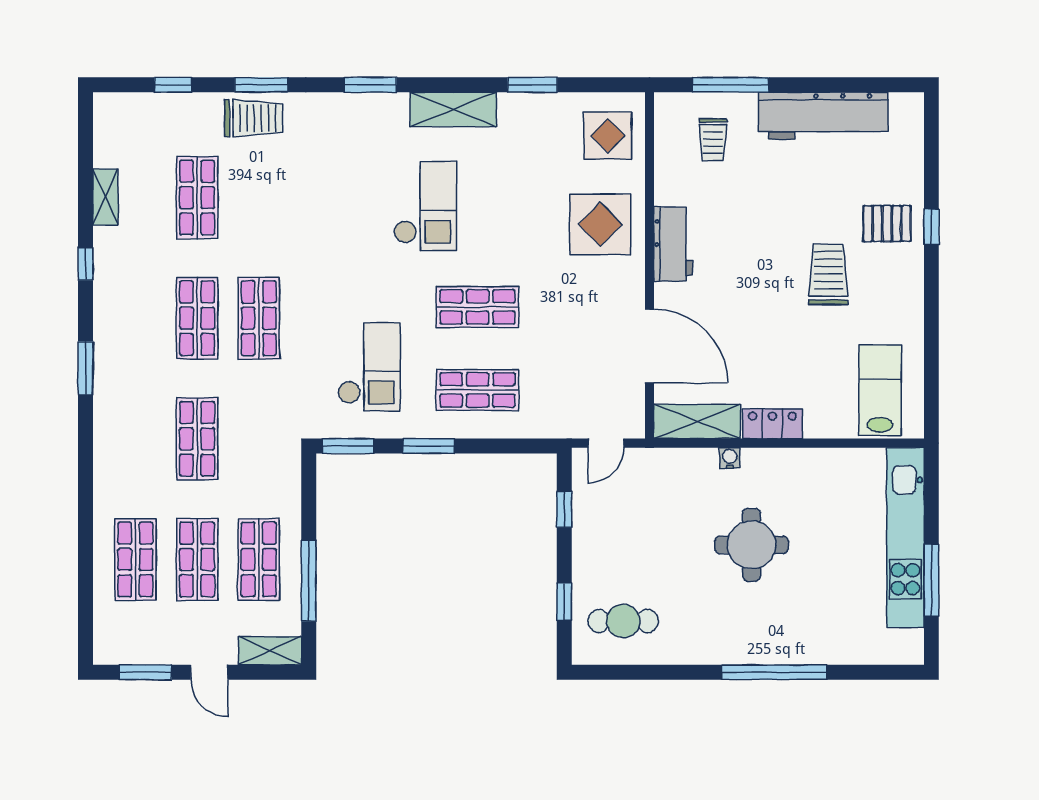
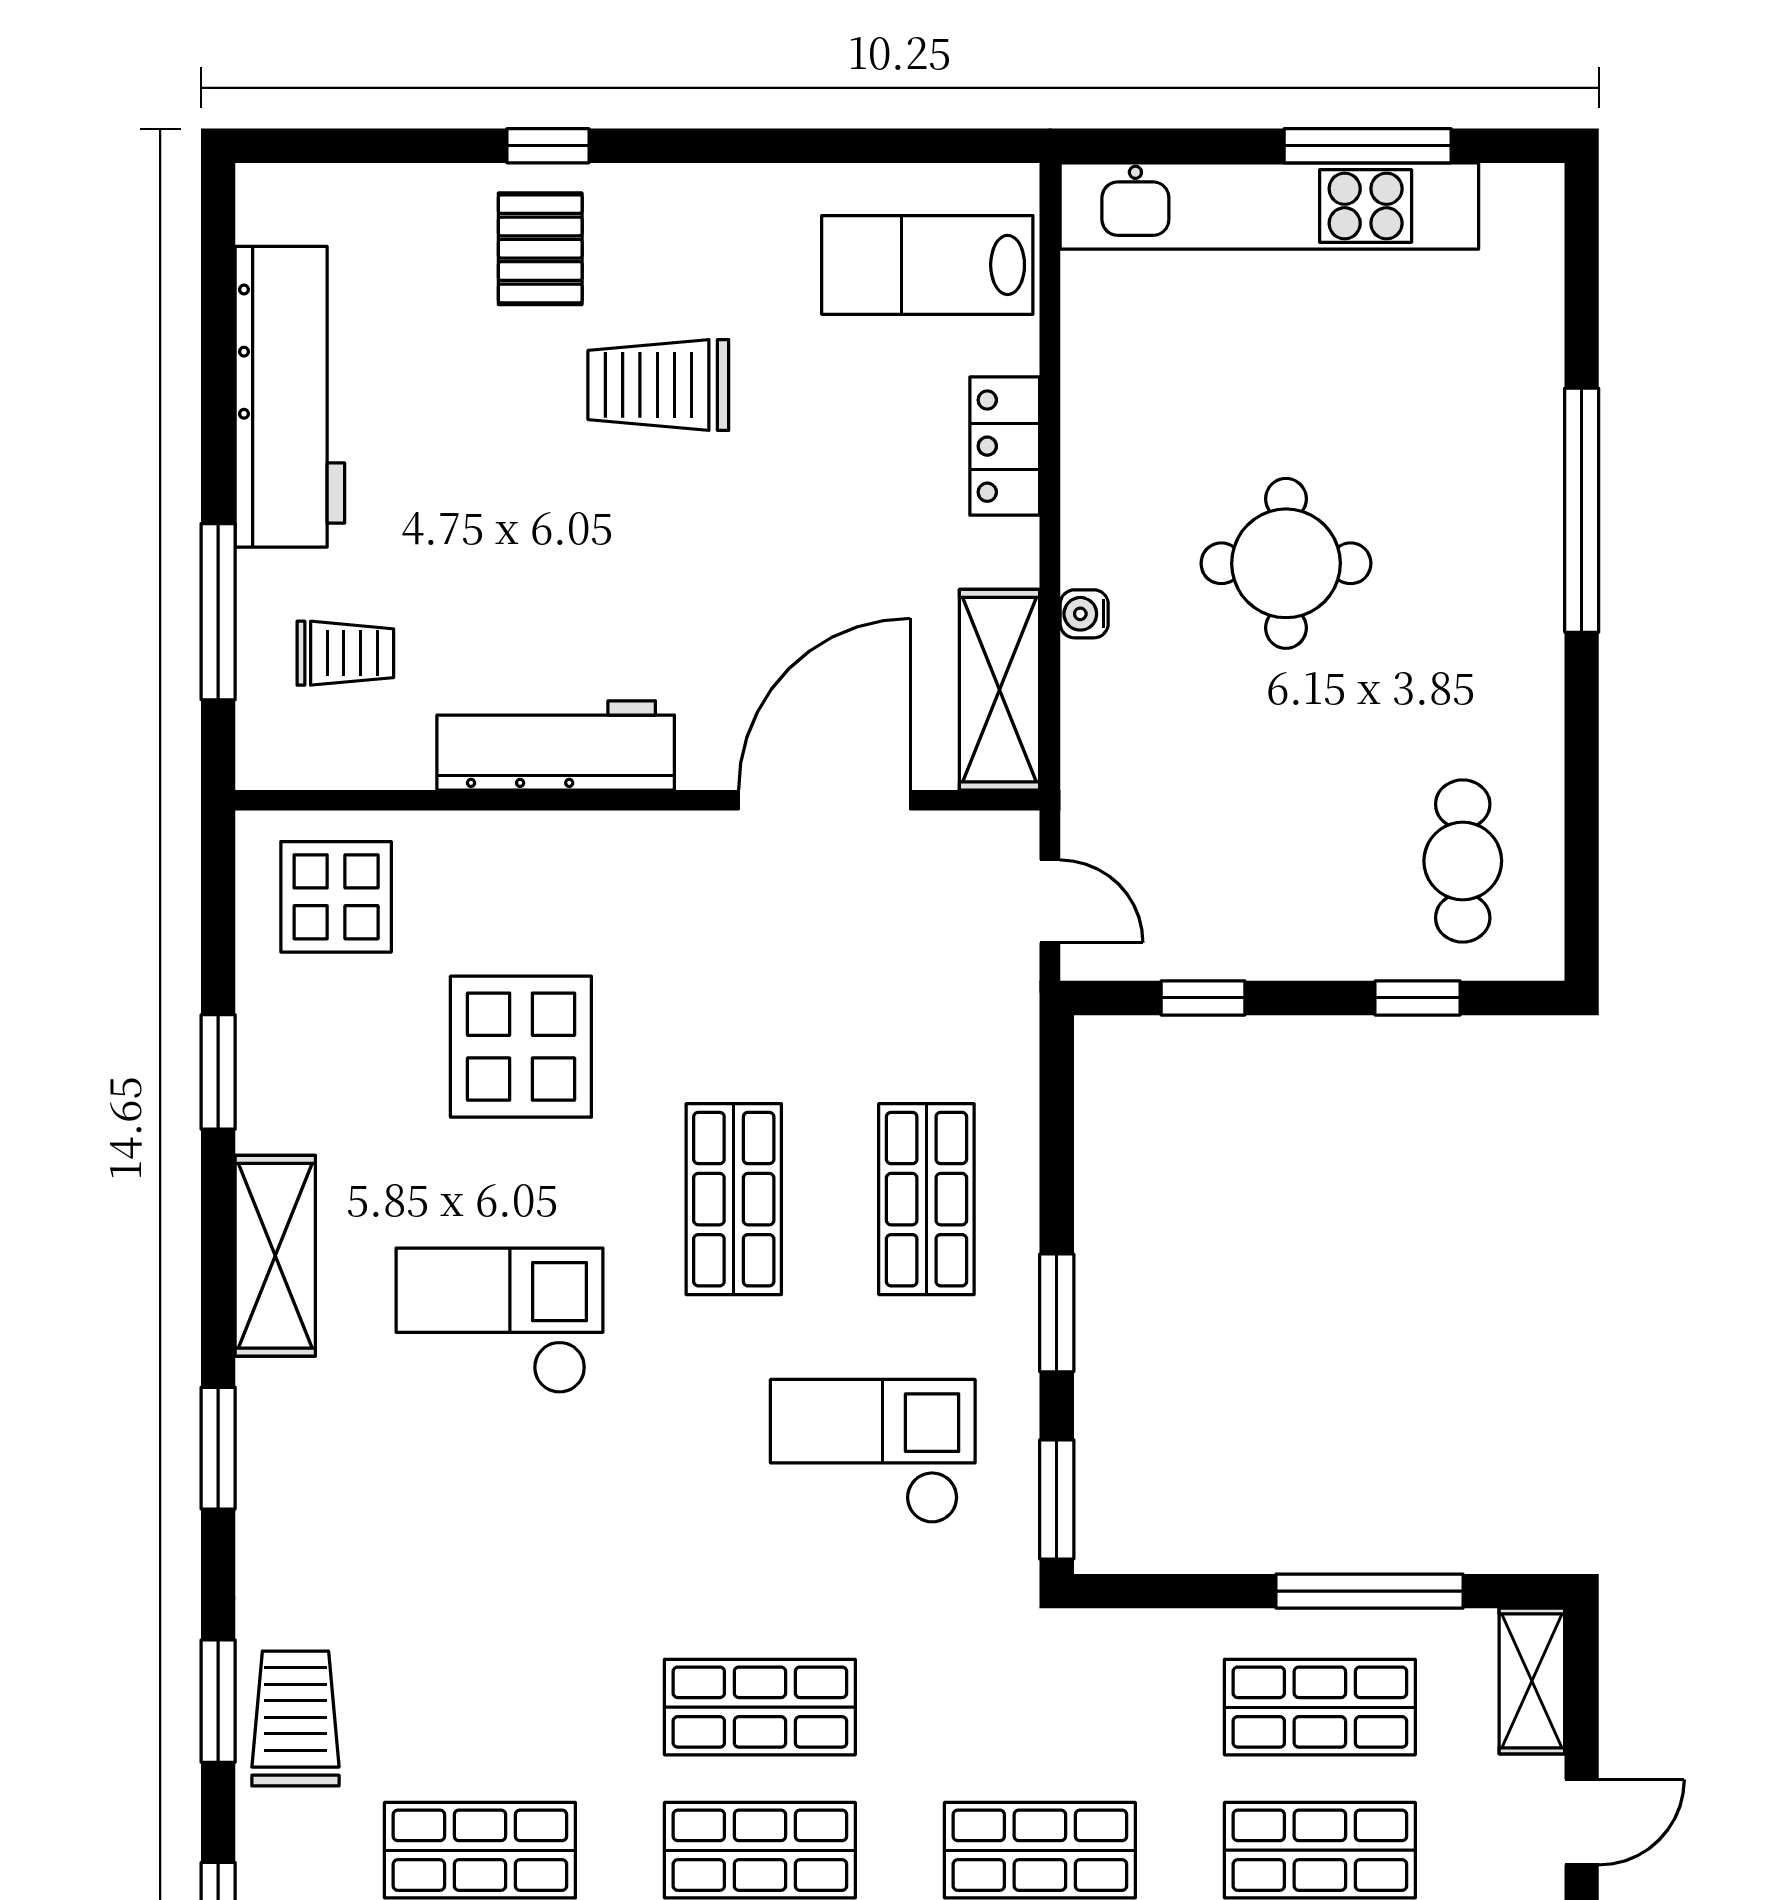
display table: (600, 224) -> (521, 1047), moved
workbench: (673, 244) -> (556, 745), width x1.38
locker: (772, 424) -> (1005, 446), moved

